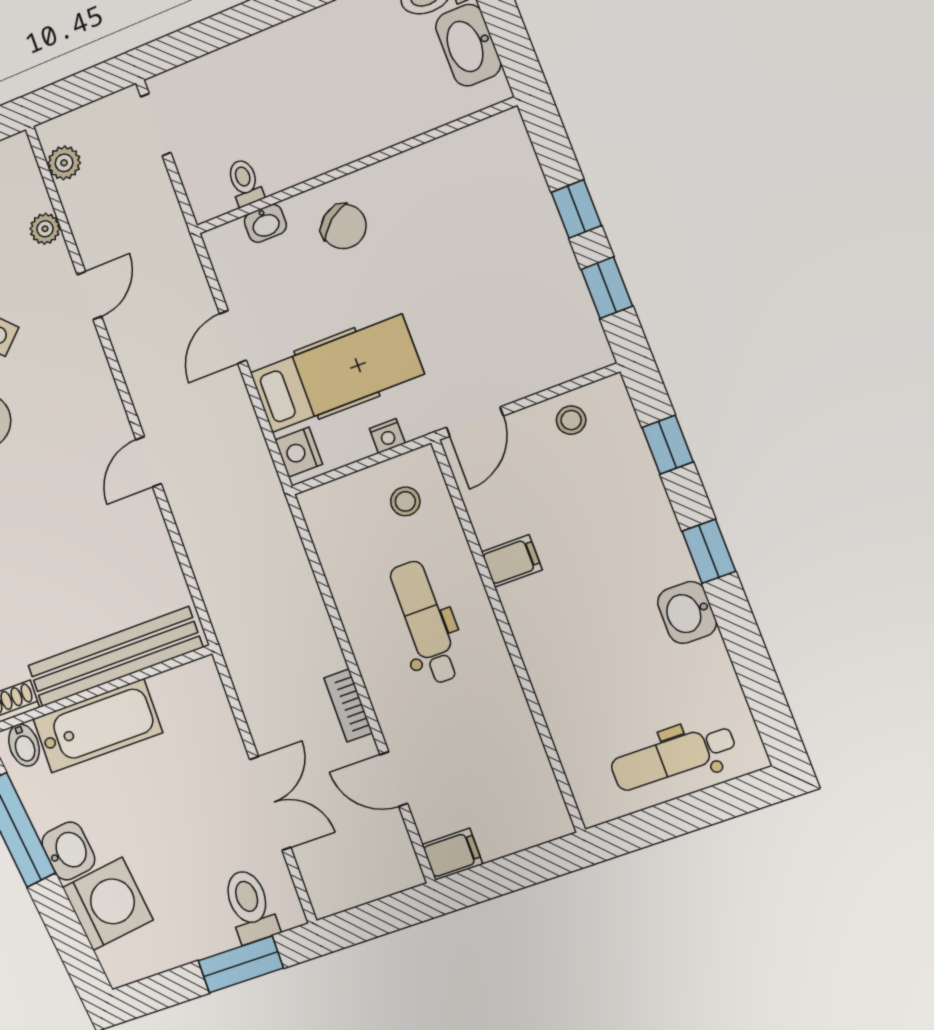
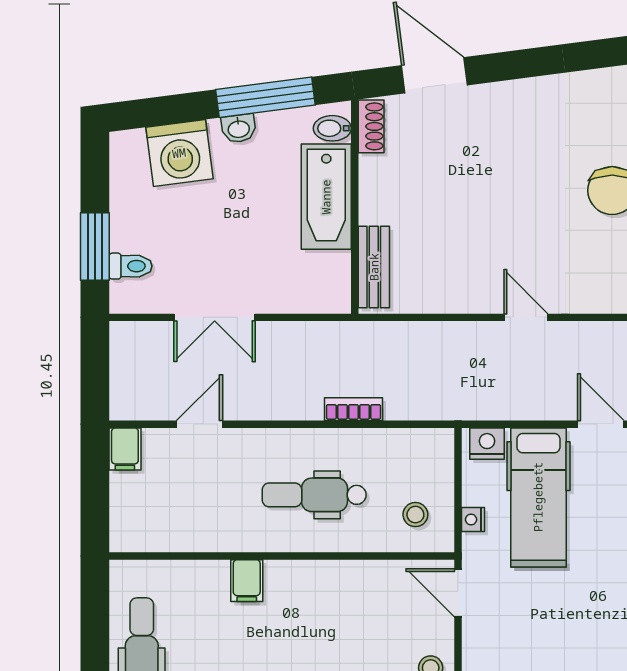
filing cabinet: (512, 561) -> (247, 581), moved
dental chair: (425, 622) -> (314, 495), turned 180
bench: (115, 657) -> (374, 267), width x0.54, depth x0.82
bookcase: (348, 705) -> (354, 409), moved
washbasin: (68, 851) -> (239, 128), width x0.72, depth x0.69
toilet: (250, 906) -> (130, 266), width x0.73, depth x0.72

